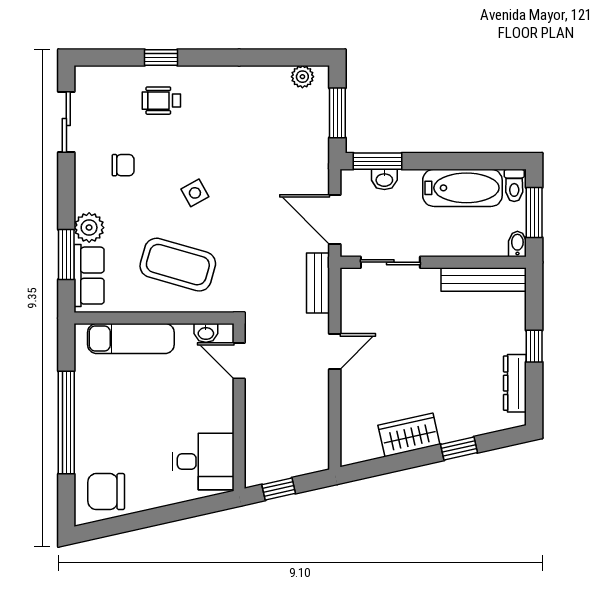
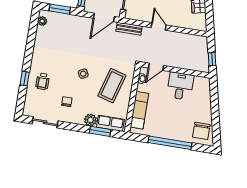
desk: (203, 462) -> (180, 86), moved

